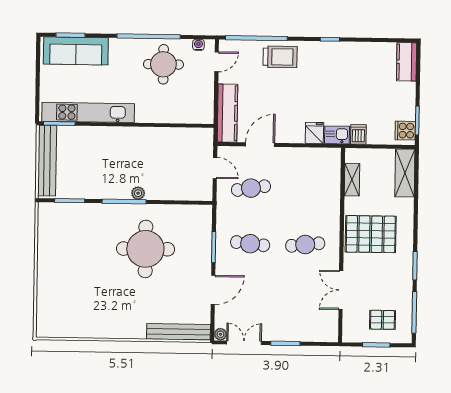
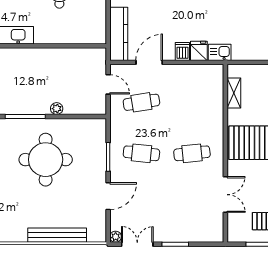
dishwasher: (358, 134) -> (182, 51), moved
plant: (138, 193) -> (57, 109), moved
double door: (341, 290) -> (225, 195), swing flipped
bench: (179, 332) -> (57, 235), moved

